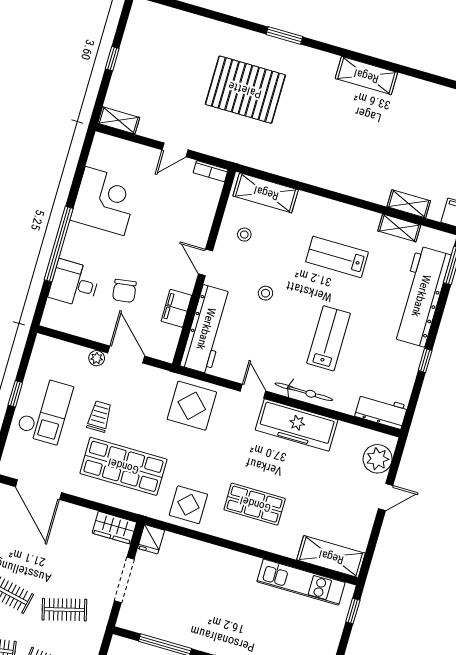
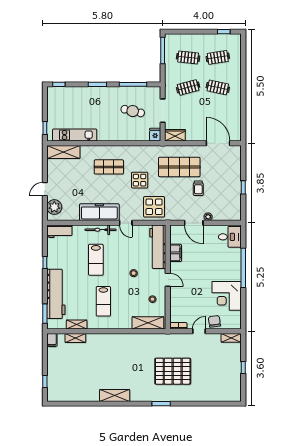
lab bench: (337, 257) -> (103, 301), turned 90
desk: (74, 284) -> (230, 237), moved
chair: (124, 291) -> (214, 321), moved
checkout: (45, 410) -> (226, 184), removed
display table: (188, 505) -> (140, 180), moved
cafe table: (180, 595) -> (133, 111), added

